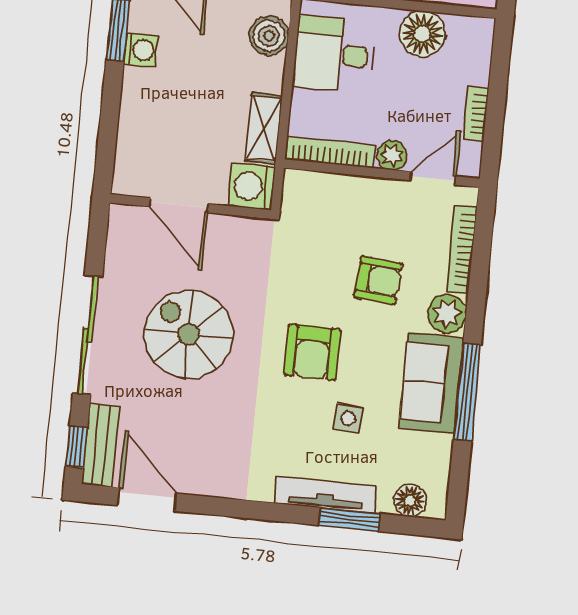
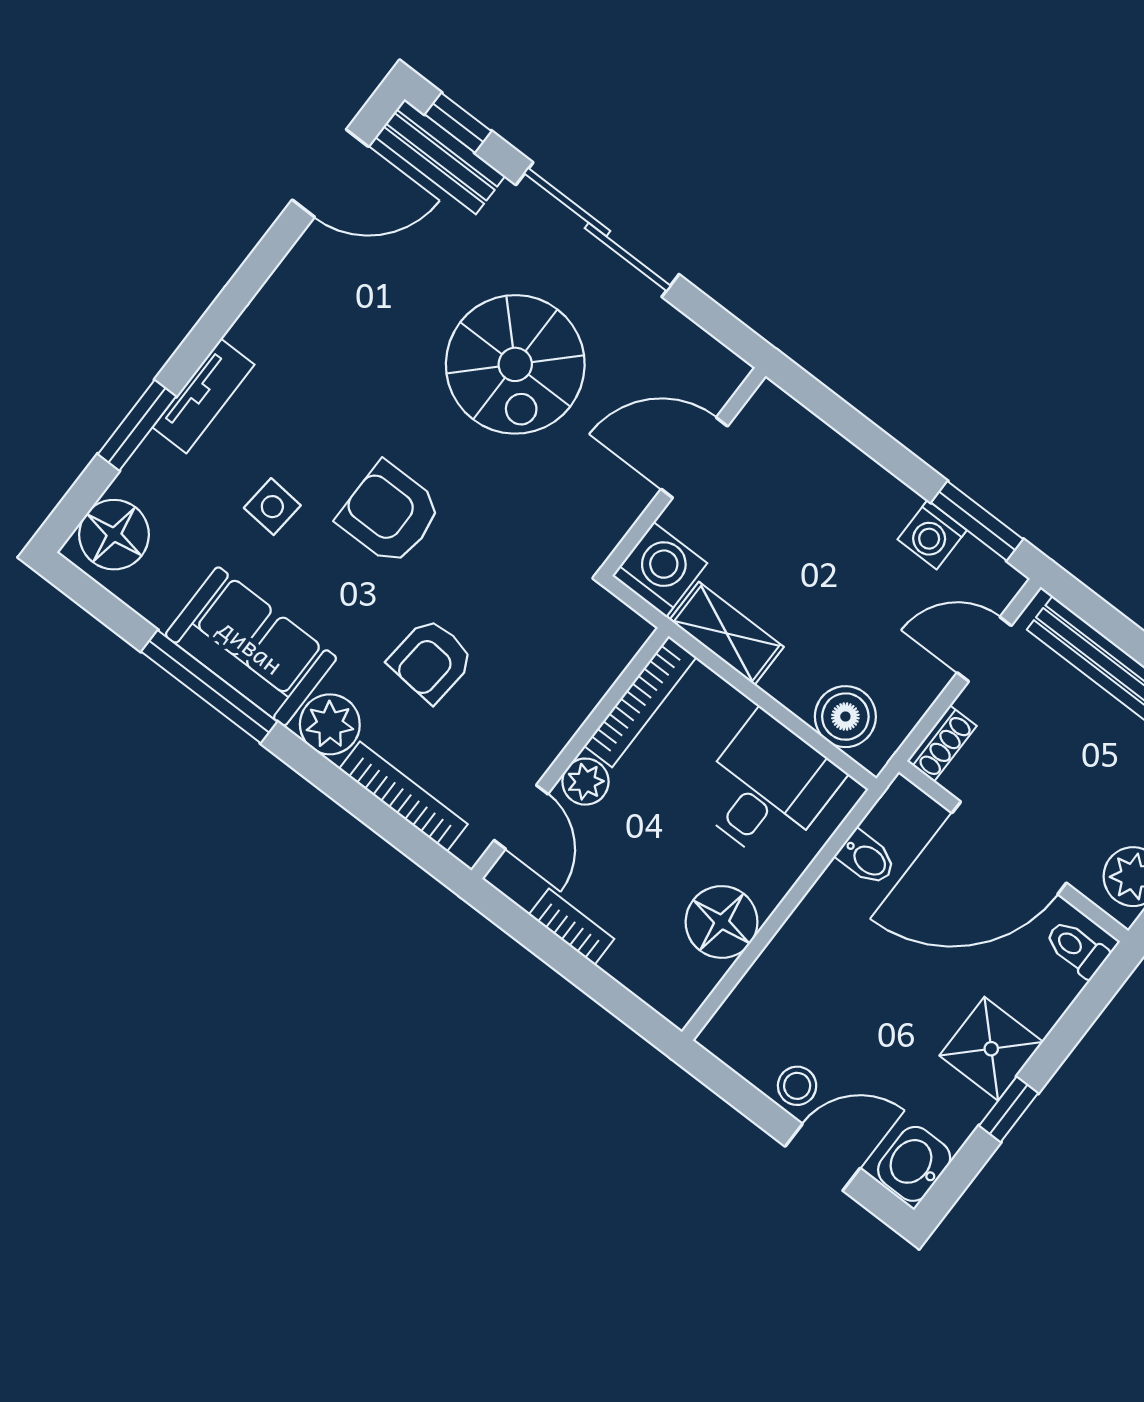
spiral stairs: (189, 334) -> (515, 364), turned 90
tv unit: (326, 495) -> (203, 396), width x0.71
floor lamp: (410, 501) -> (114, 535), width x1.38, depth x1.38

